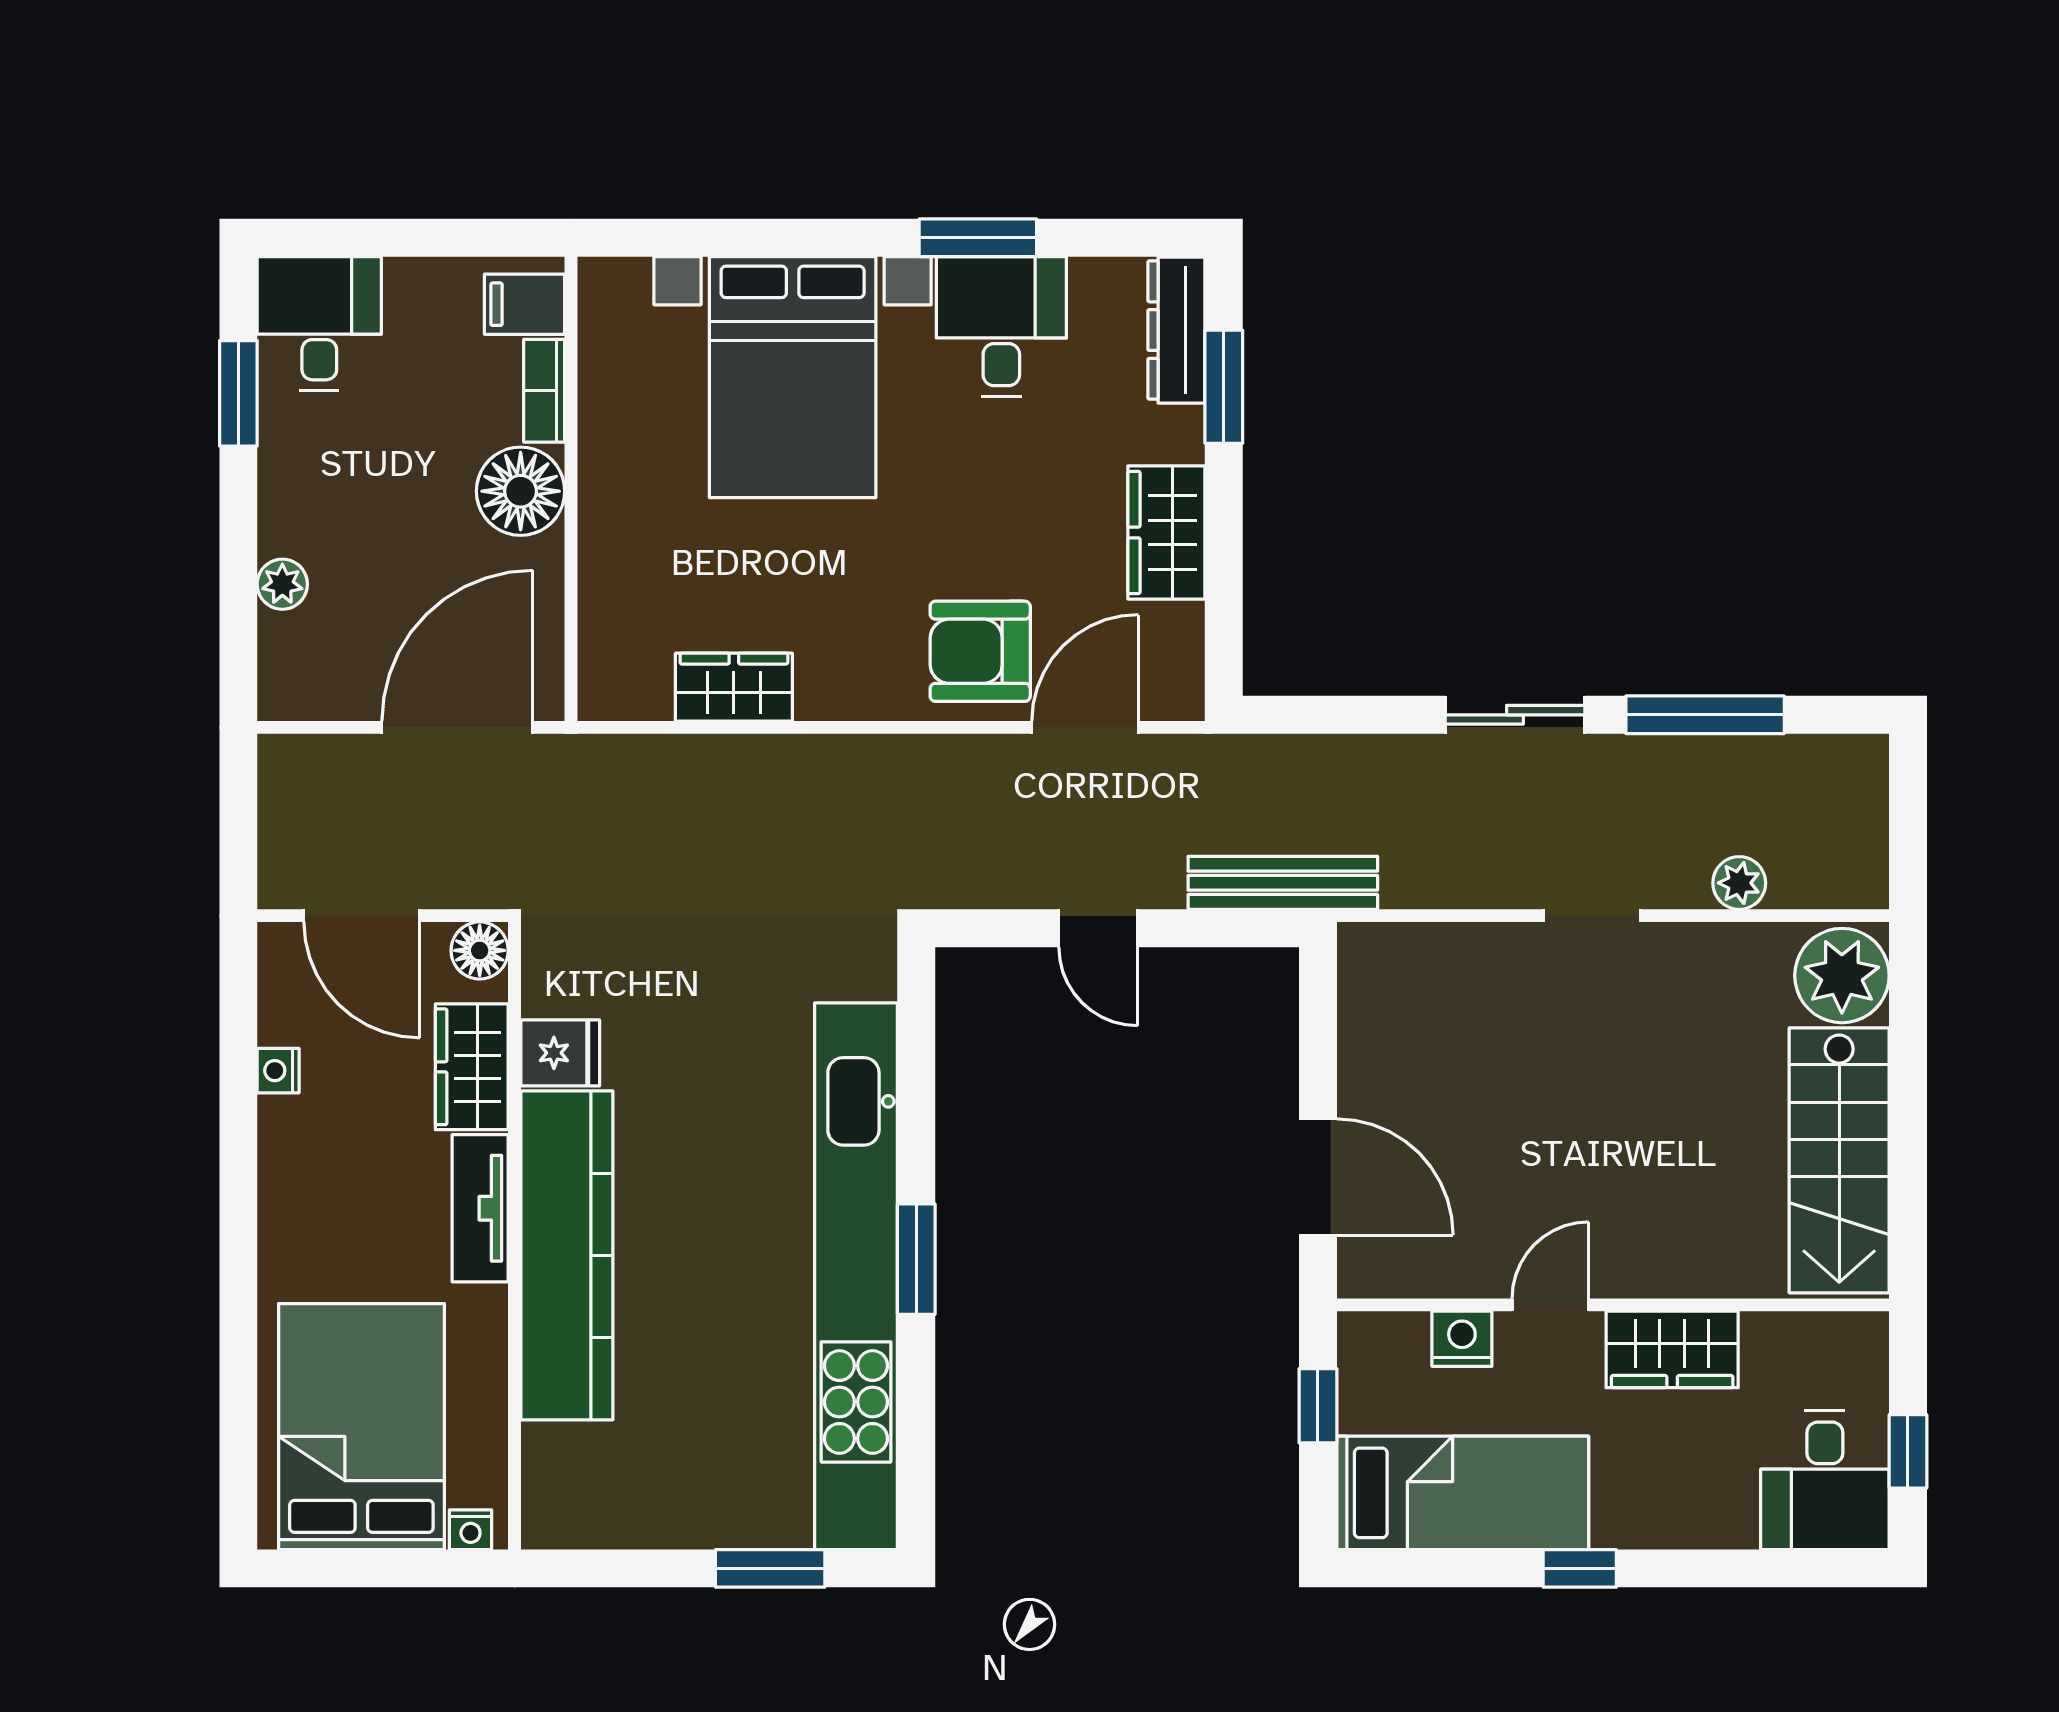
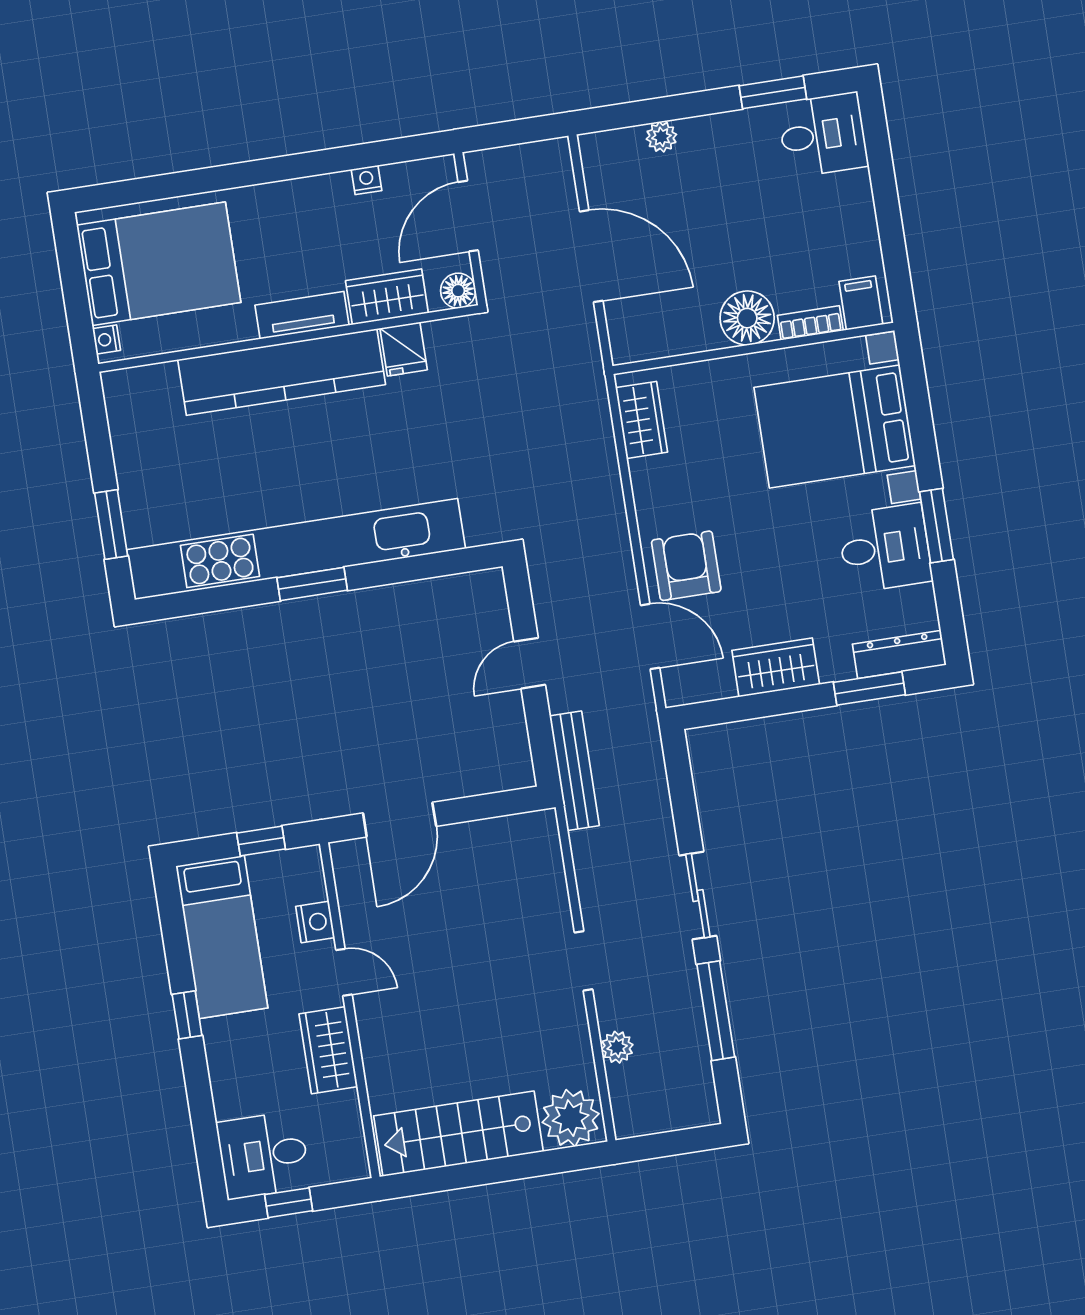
filing cabinet: (525, 304) -> (861, 303), moved
bookcase: (544, 391) -> (810, 323), moved
wall: (571, 489) -> (753, 348), moved
floor lamp: (521, 491) -> (747, 318), moved

